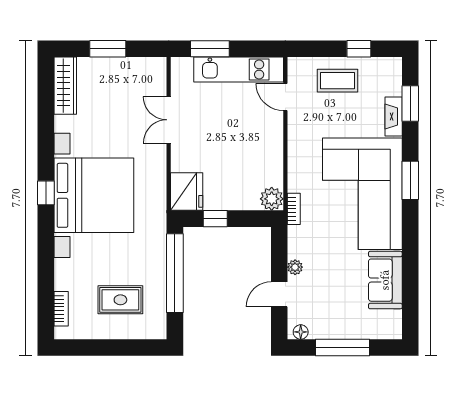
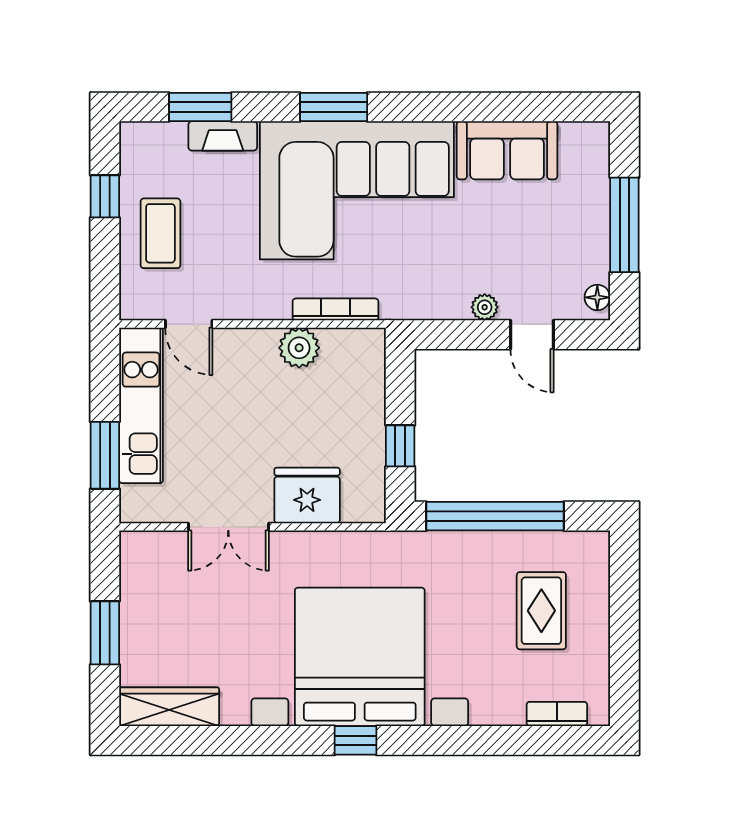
door: (285, 97) -> (189, 324), hinge flipped
fridge: (187, 192) -> (307, 495), moved
plant: (272, 199) -> (299, 348), moved
bookcase: (294, 209) -> (335, 309), moved, width x1.56

